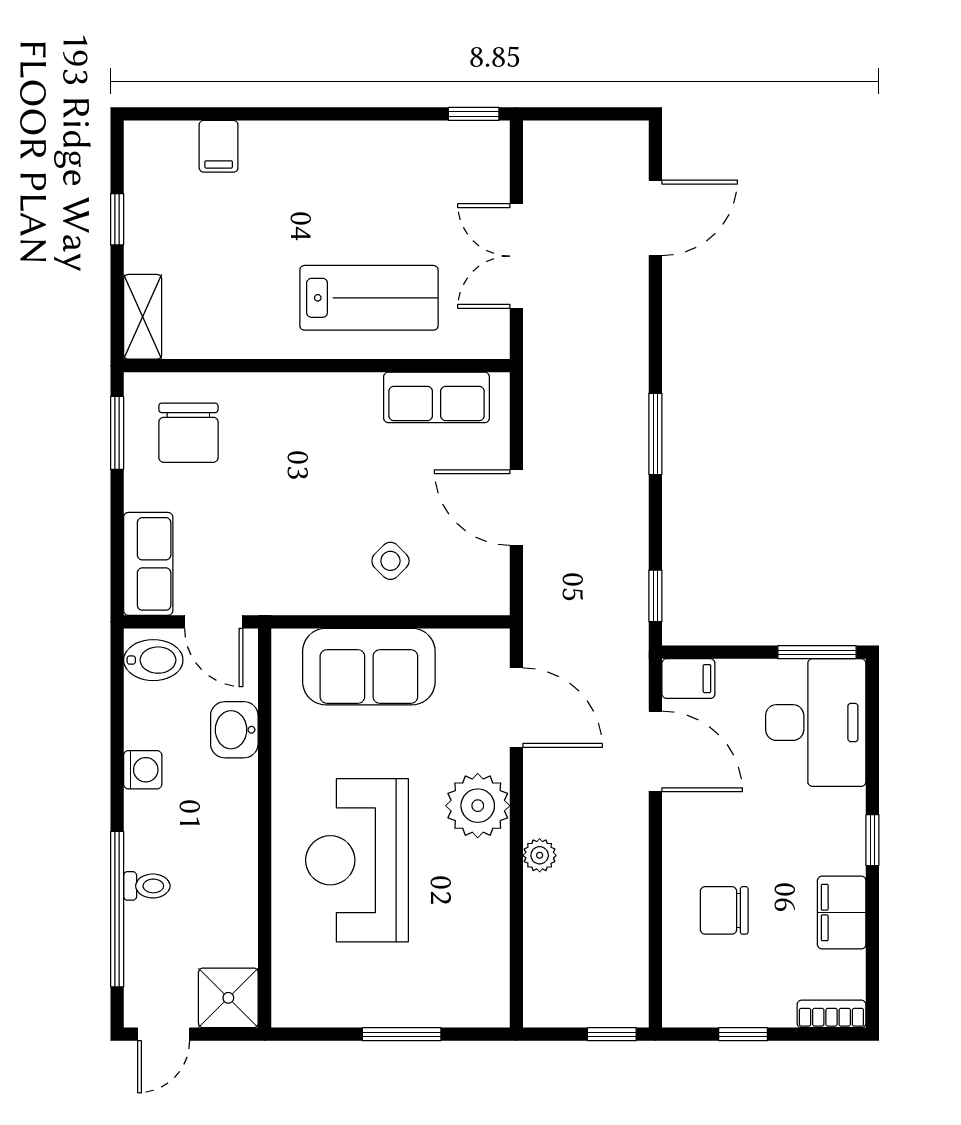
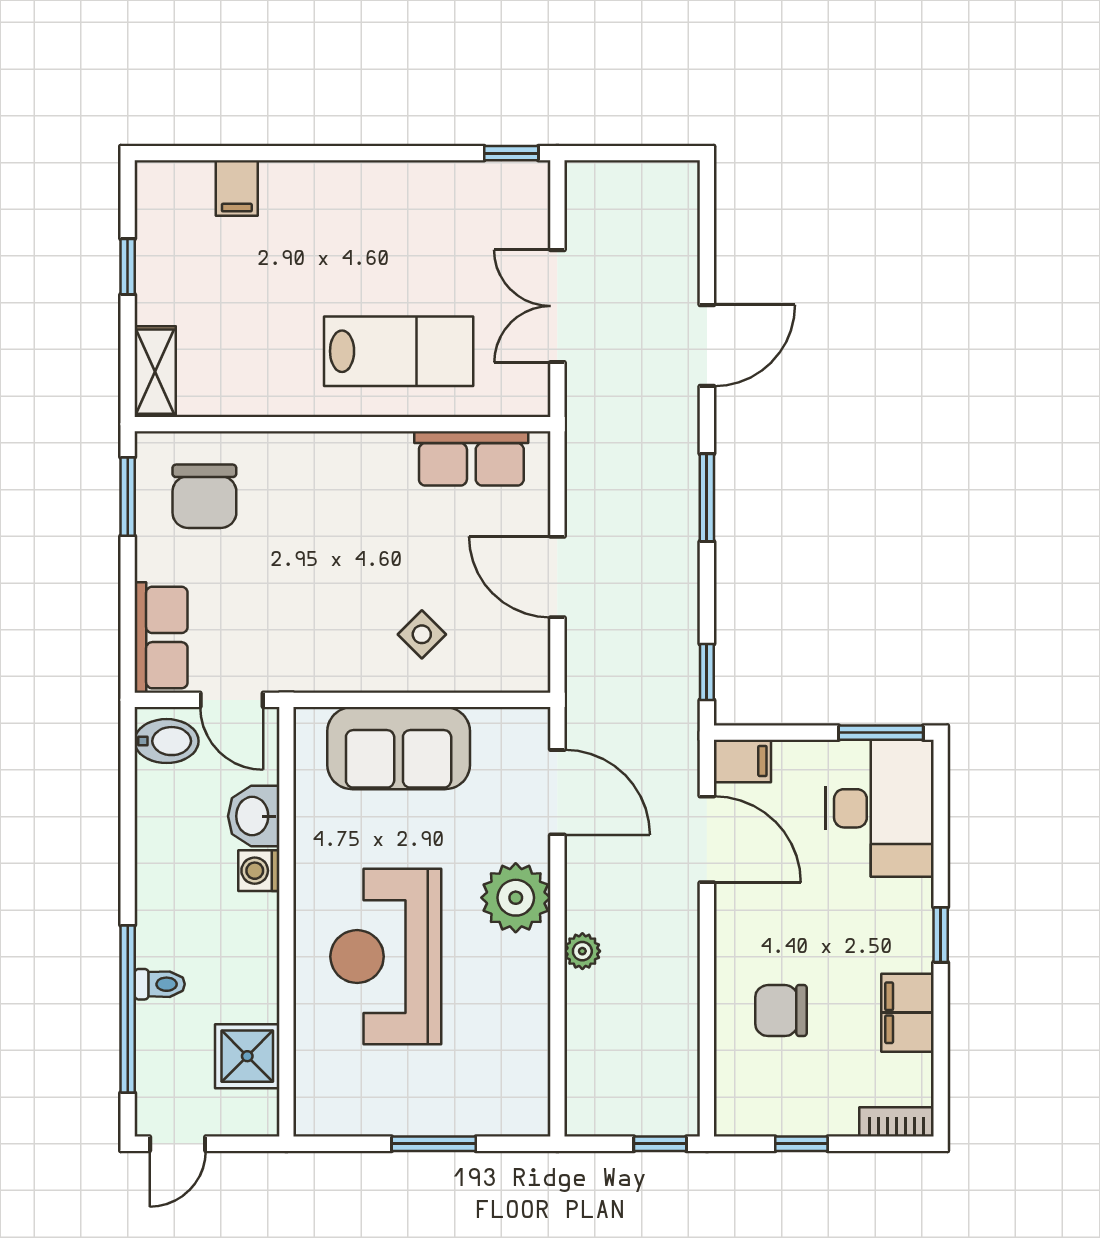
door: (655, 218) -> (707, 346), moved
washing machine: (143, 770) -> (259, 871), moved, turned 180
shower: (228, 998) -> (247, 1056), moved

